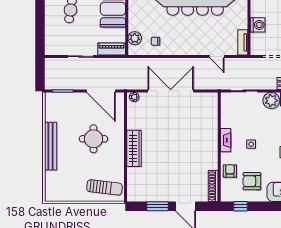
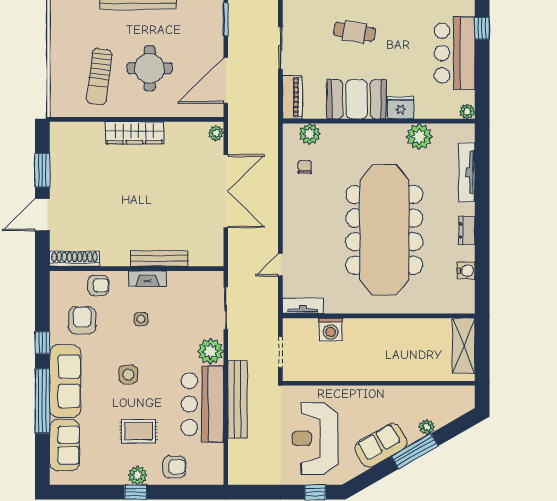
bench: (213, 133) -> (160, 258), added
sun lounger: (104, 187) -> (99, 77), moved
window: (241, 206) -> (42, 343), moved

